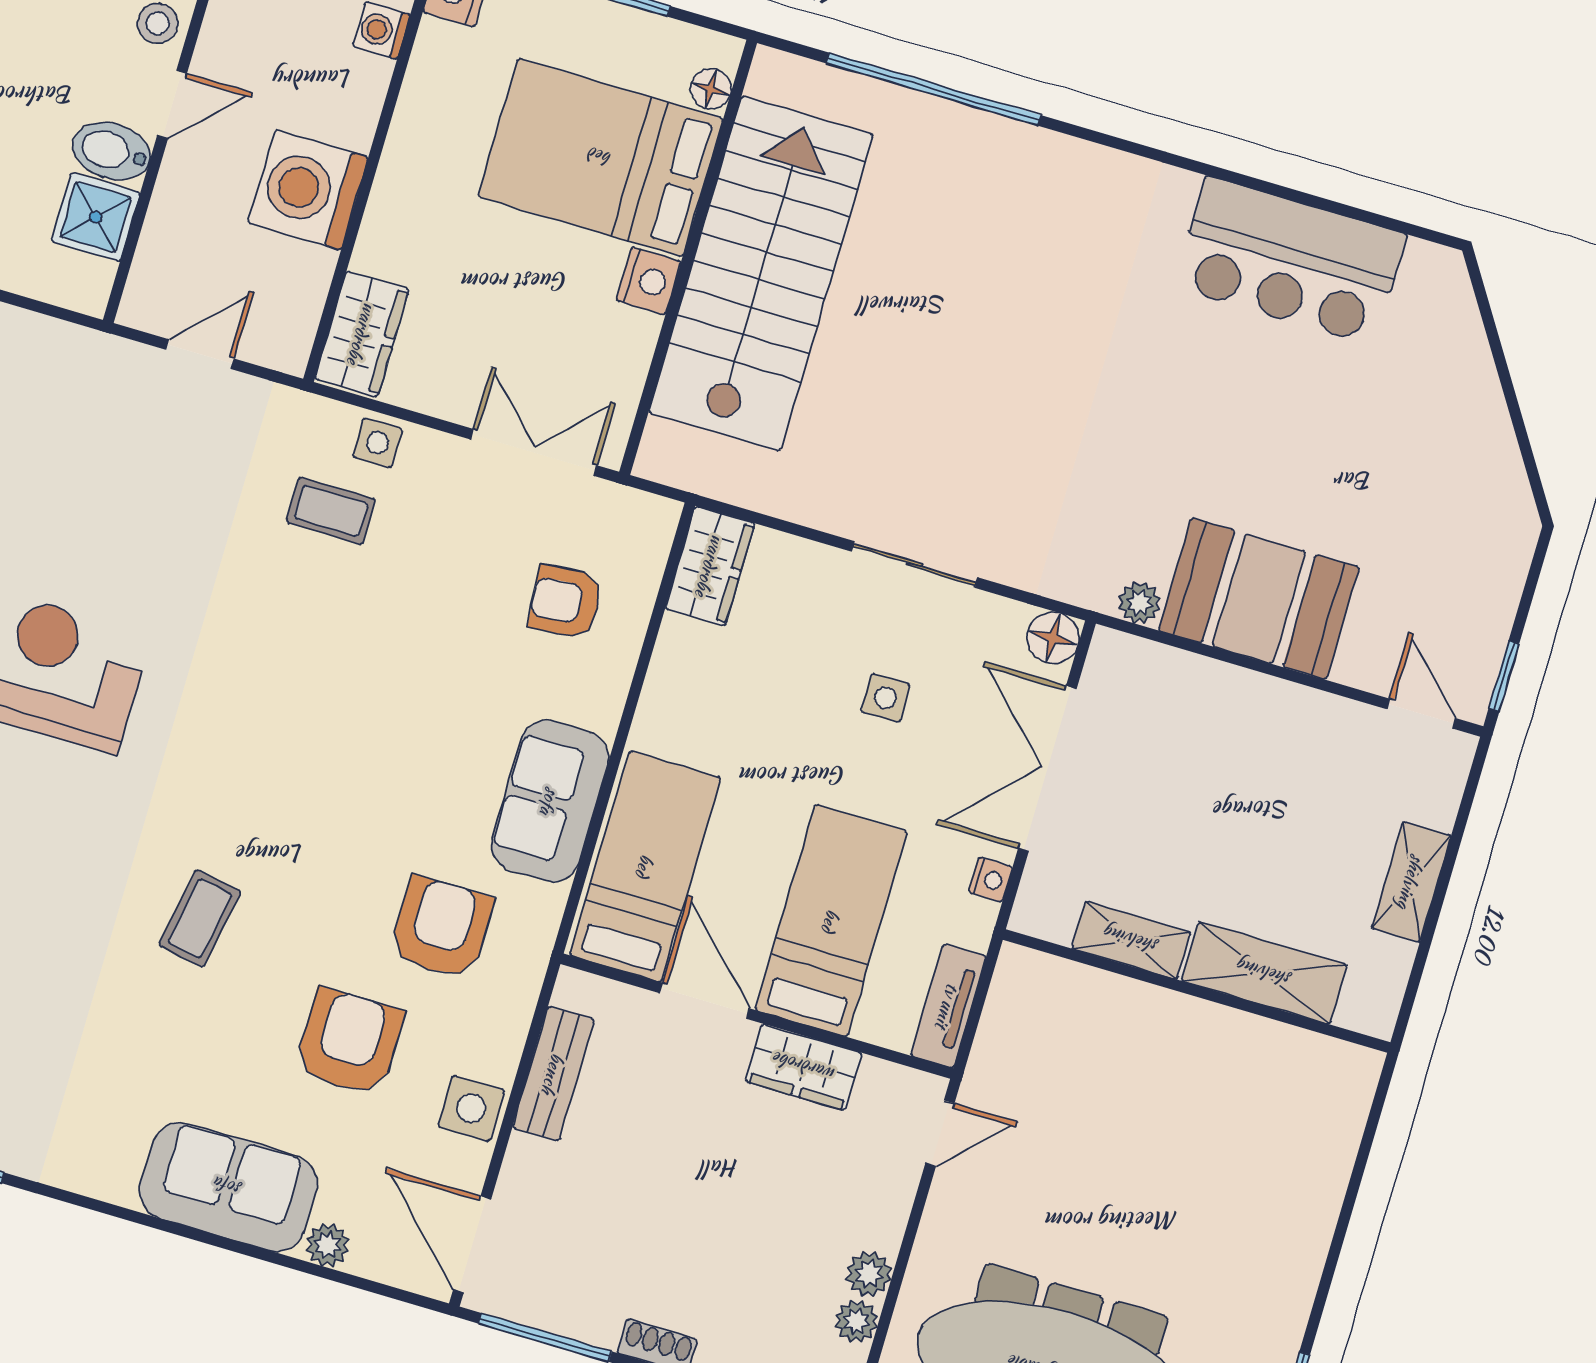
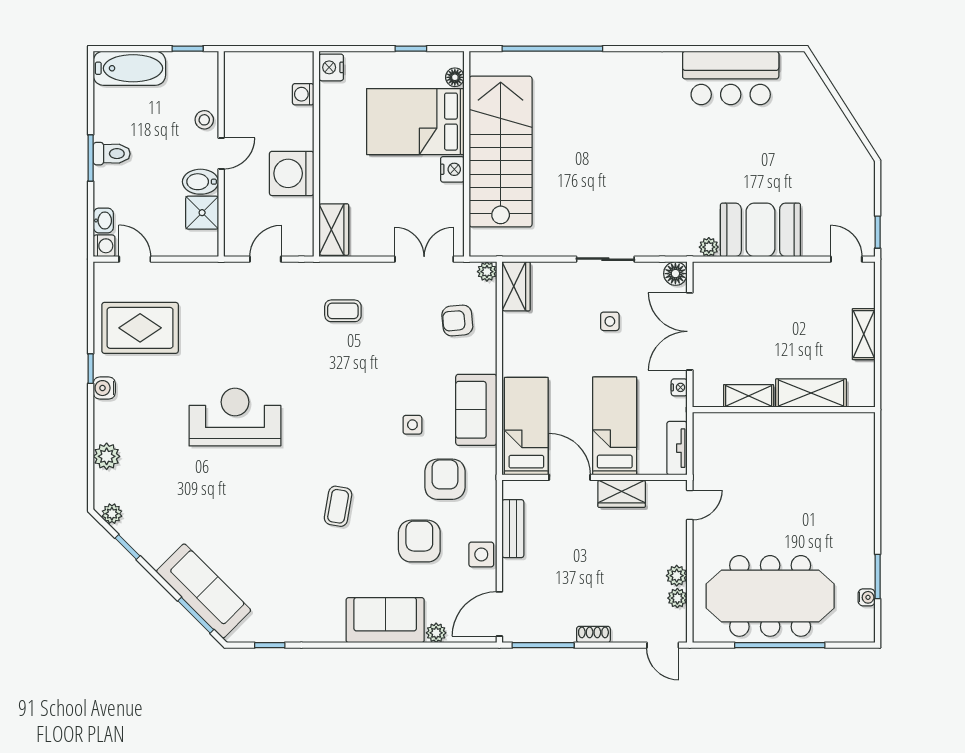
side table: (378, 443) -> (412, 425), moved
plant: (658, 517) -> (487, 272), added
door: (472, 1244) -> (499, 614), hinge flipped

